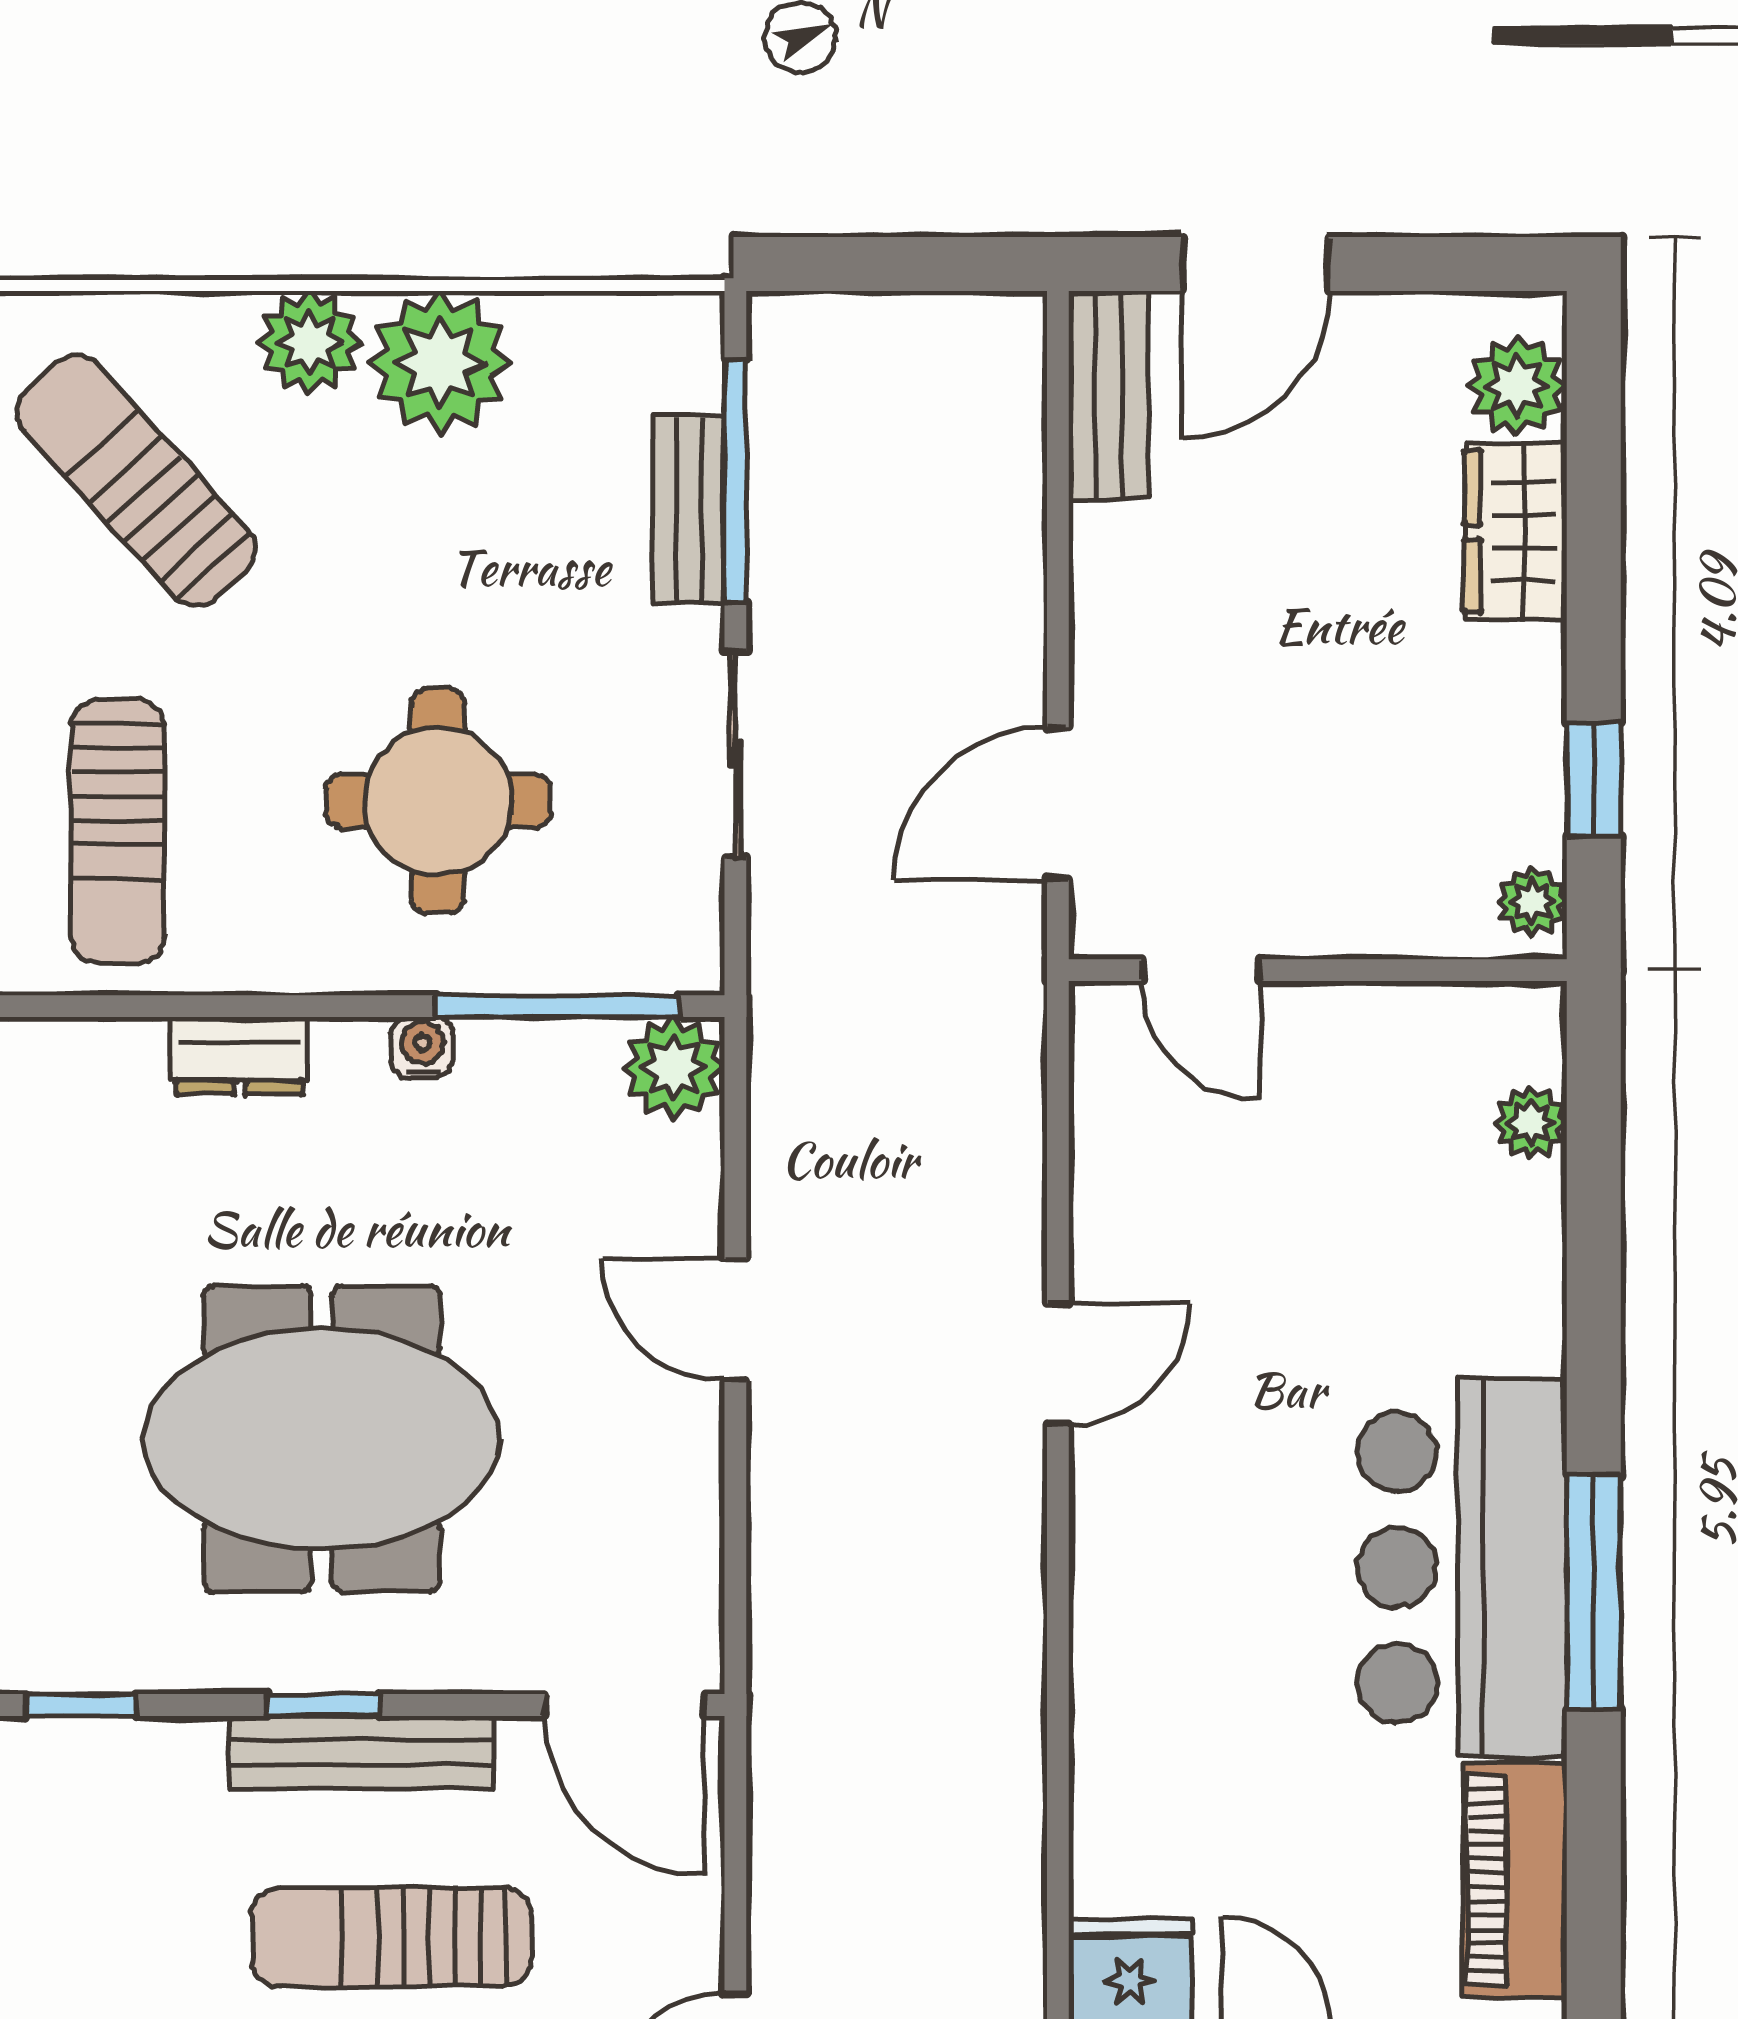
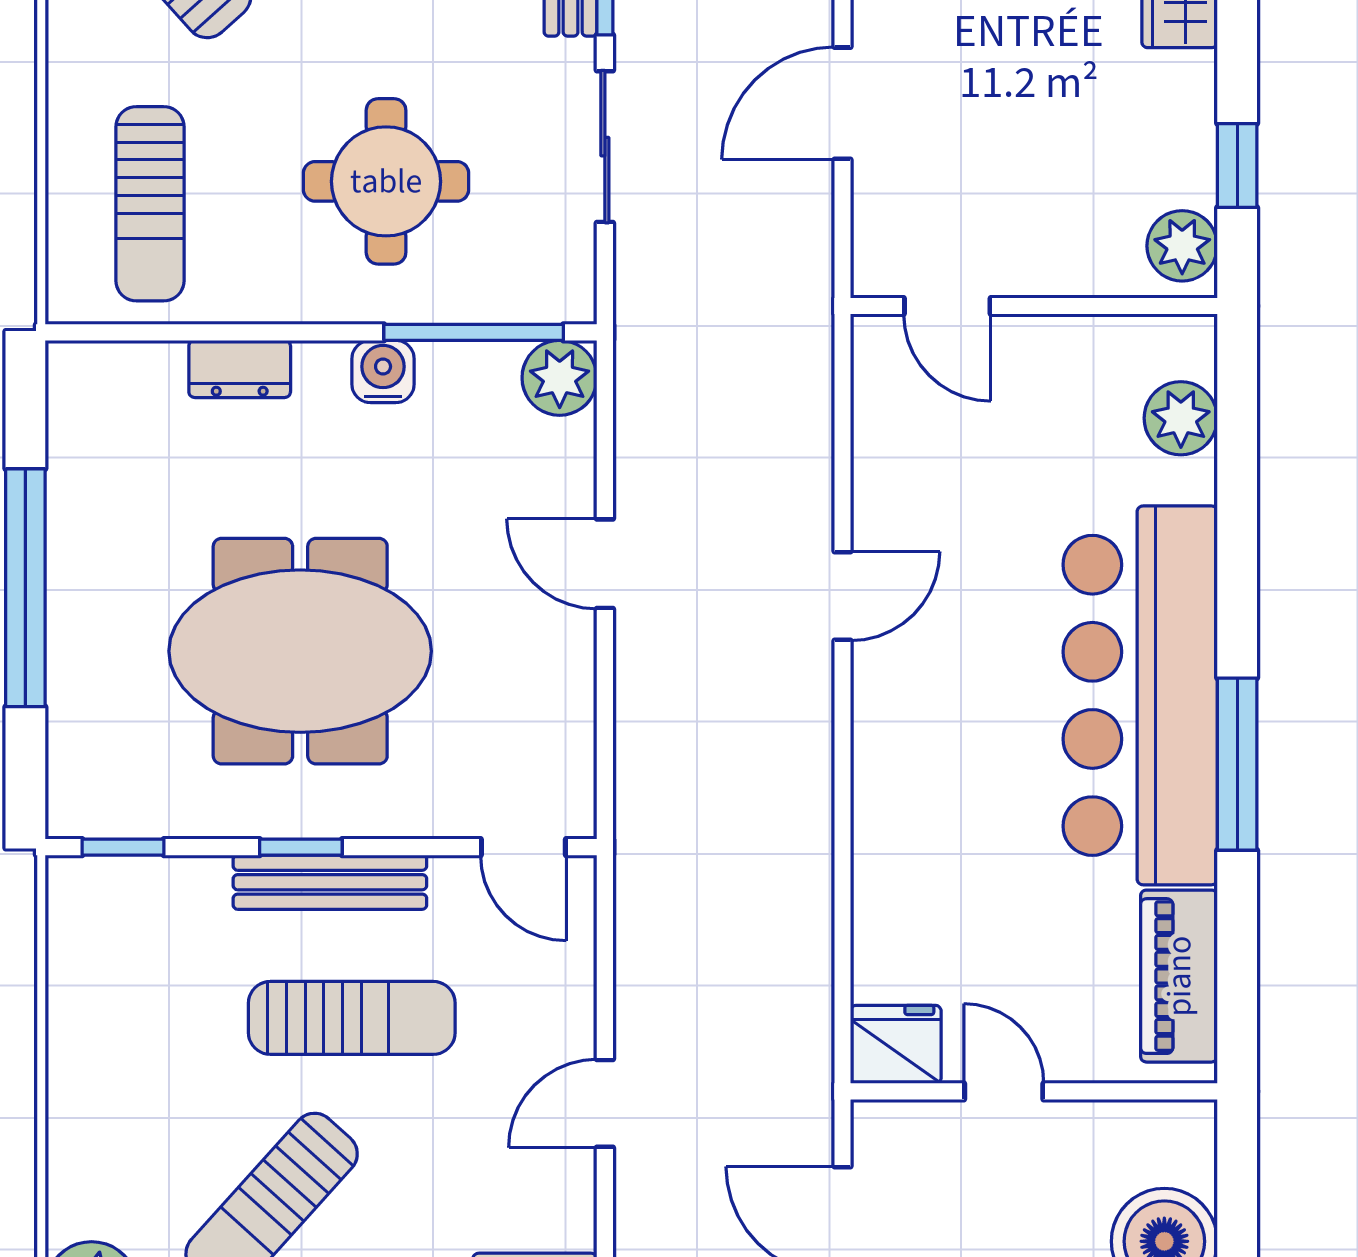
door: (1058, 804) -> (843, 103), moved
plant: (1532, 902) -> (1182, 246), width x1.38, depth x1.38
water cooler: (422, 1047) -> (383, 371), width x1.38, depth x1.38
plant: (1531, 1123) -> (1181, 418), width x1.38, depth x1.38
bar counter: (1462, 1568) -> (1140, 695), width x1.36
door: (625, 1705) -> (523, 847), width x0.73
sun lounger: (392, 1937) -> (352, 1018), turned 180

